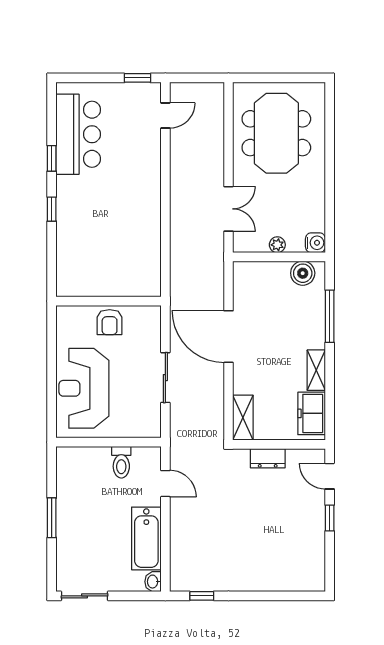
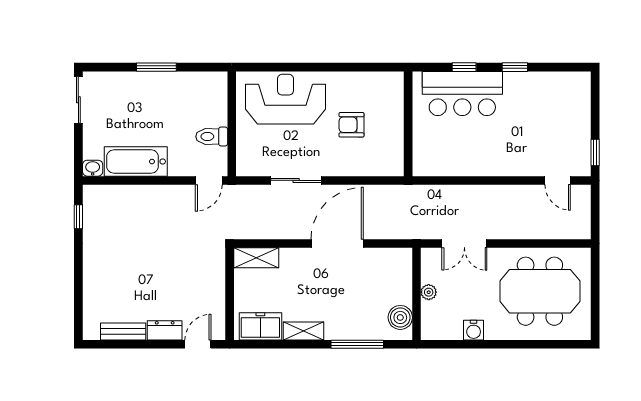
bar counter: (78, 134) -> (462, 93), moved
water cooler: (315, 243) -> (474, 330), moved
wall: (109, 301) -> (408, 124), moved
dresser: (268, 458) -> (165, 330), moved, turned 90
door: (165, 484) -> (209, 180), moved
window: (330, 518) -> (156, 344), removed
bench: (317, 551) -> (123, 332), added

